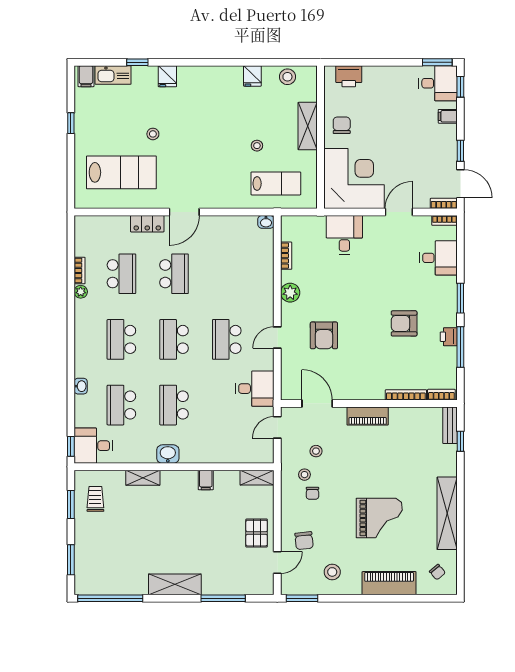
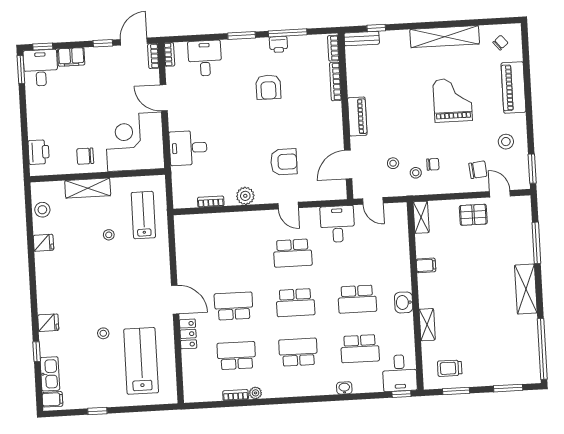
filing cabinet: (448, 116) -> (71, 57), width x2.00
washbasin: (266, 222) -> (180, 222), removed
school desk: (121, 339) -> (298, 352), turned 180

